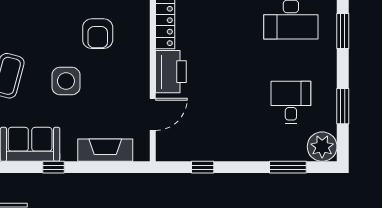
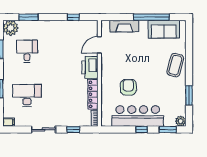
side table: (66, 81) -> (145, 62), removed
desk: (291, 102) -> (27, 51), turned 180
window: (54, 167) -> (151, 17), width x3.17

